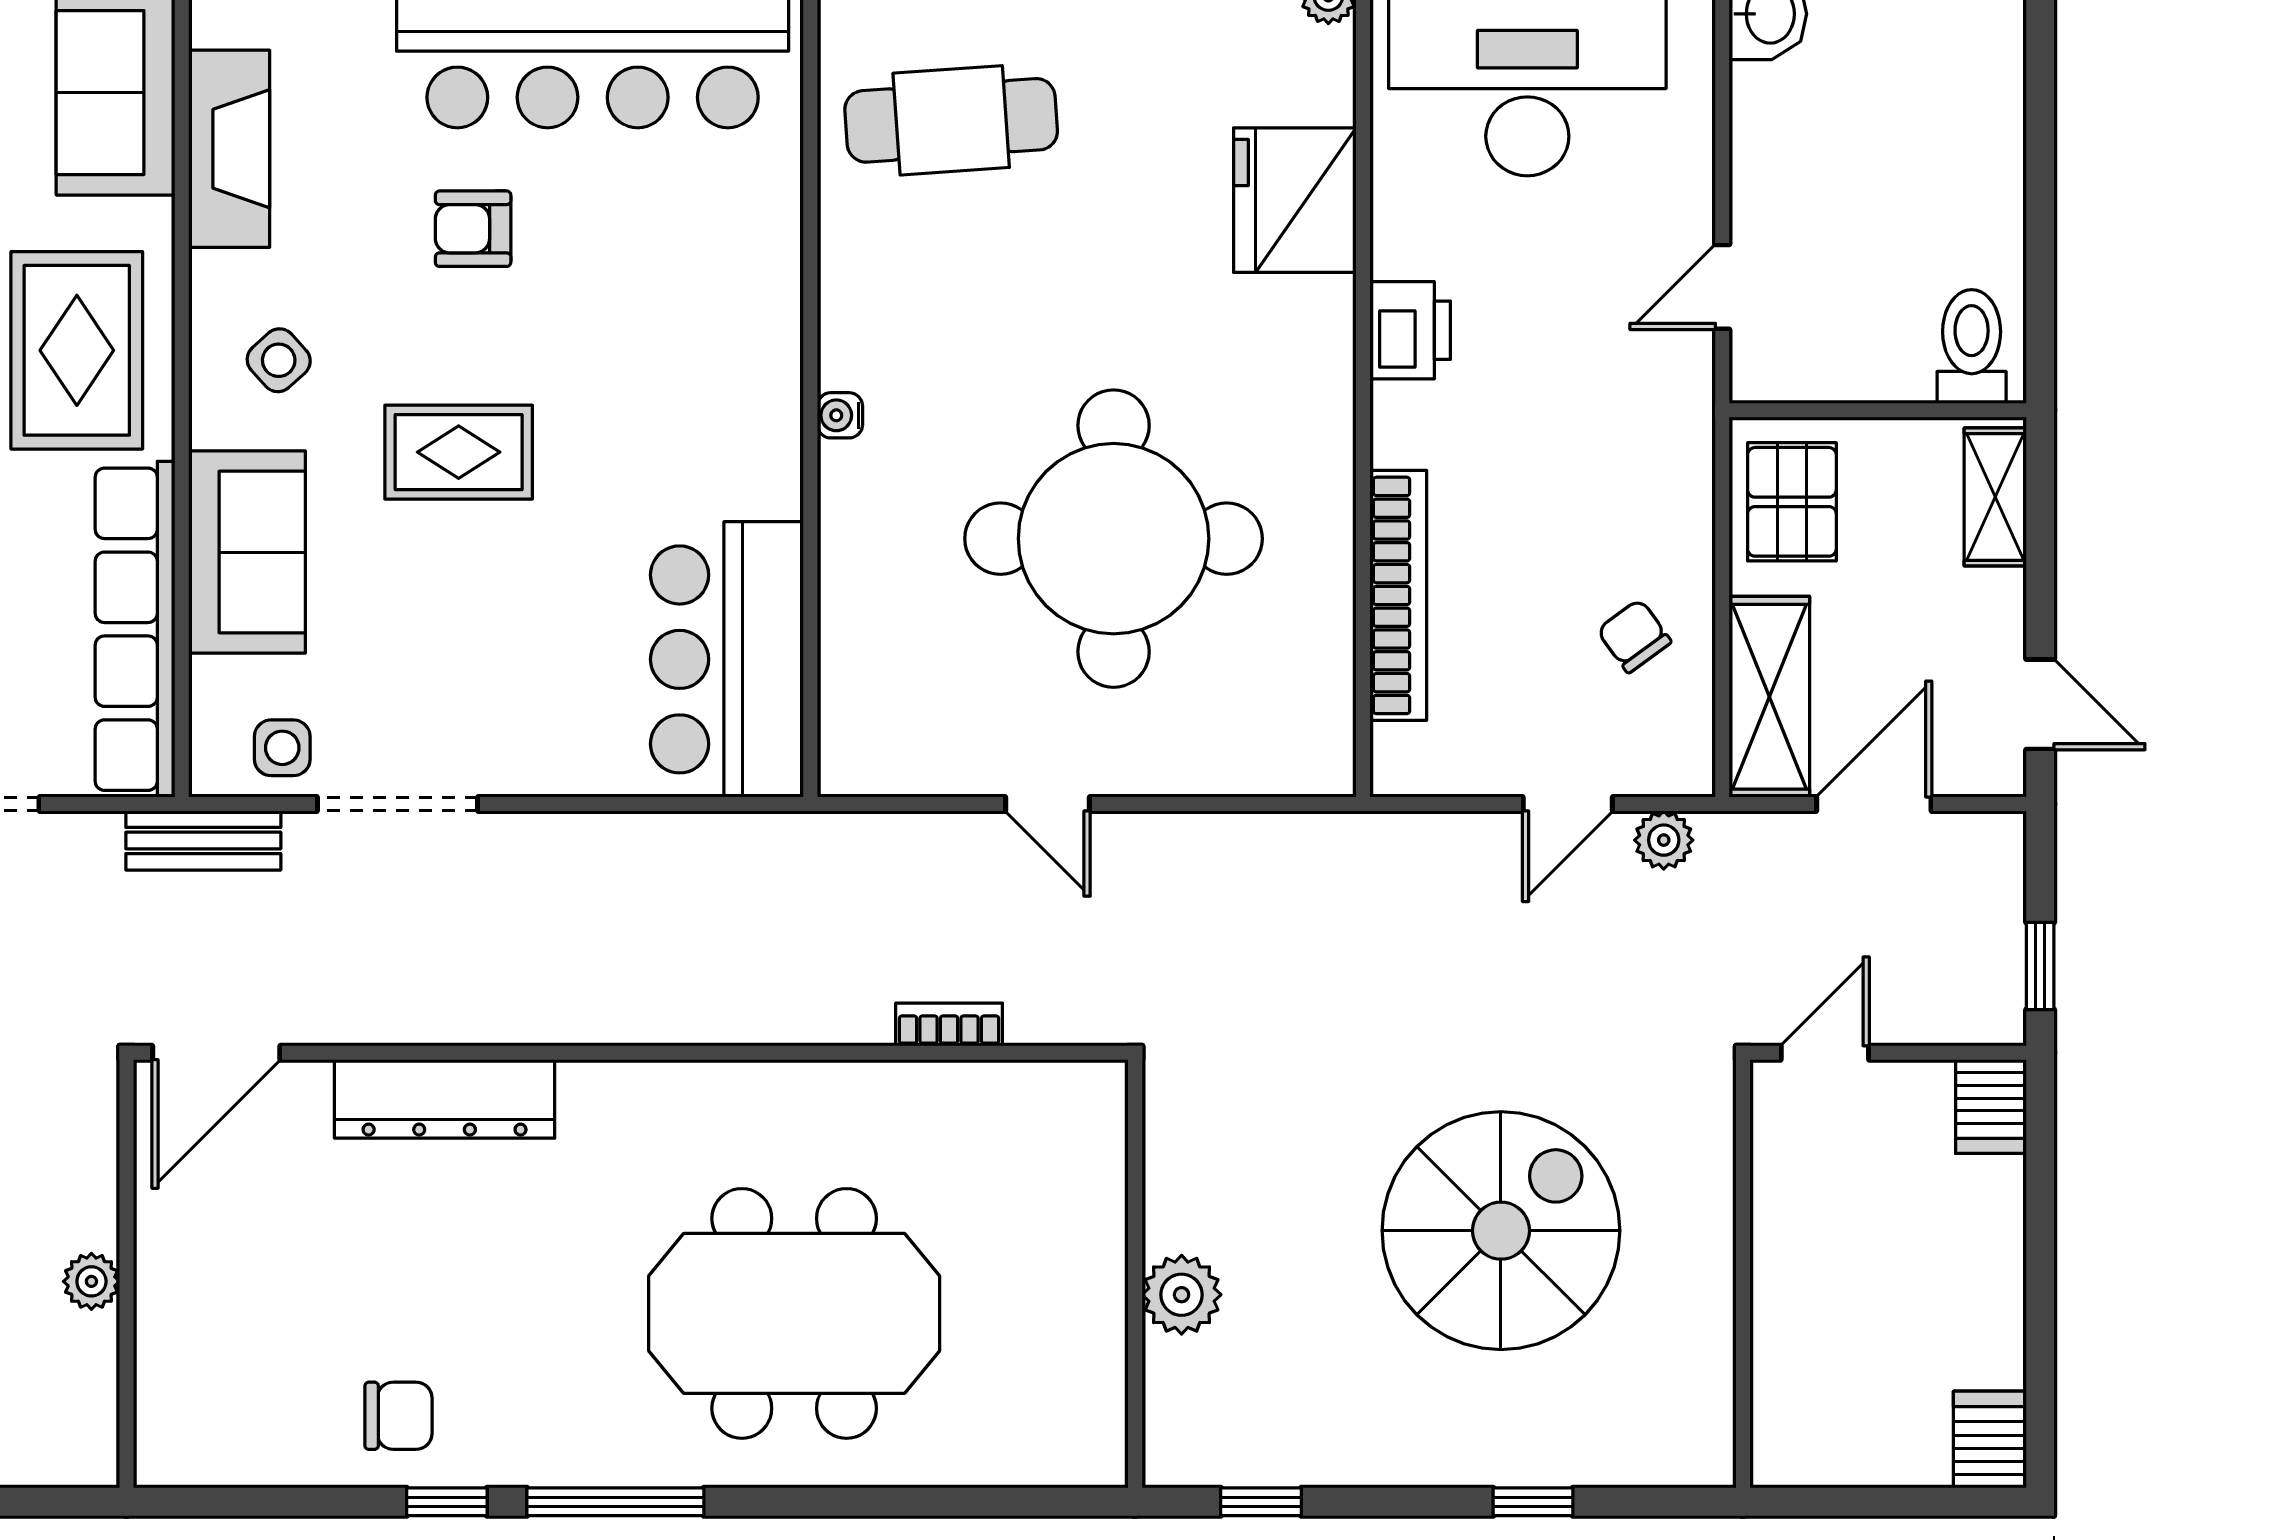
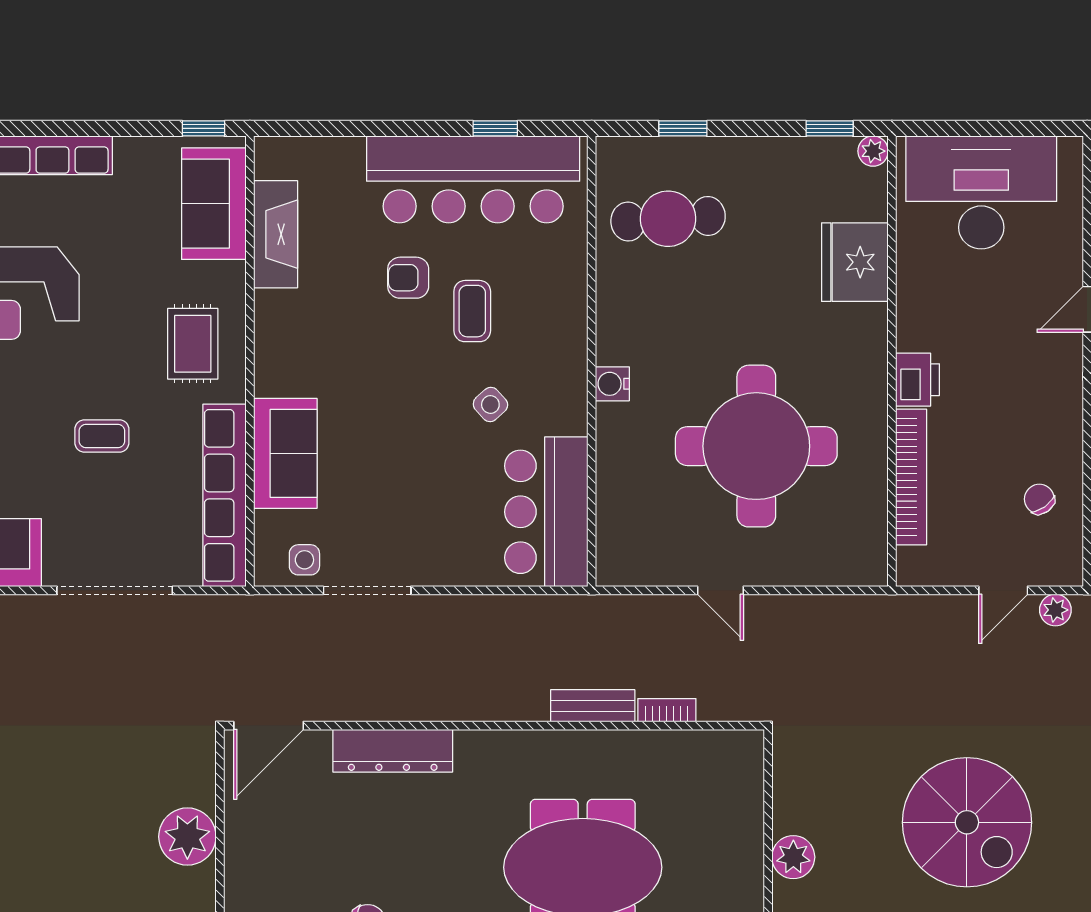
coffee table: (591, 290) -> (472, 311), added
printer: (1410, 330) -> (918, 380), moved
rug: (77, 350) -> (193, 344), width x0.73, depth x0.70
side table: (279, 360) -> (490, 404), moved
water cooler: (840, 415) -> (612, 384), width x1.38, depth x1.38
rug: (459, 452) -> (400, 399), removed
bench: (203, 841) -> (593, 706), moved
spiral stairs: (1501, 1231) -> (967, 822), turned 90
plant: (91, 1281) -> (187, 837), width x1.88, depth x1.88

